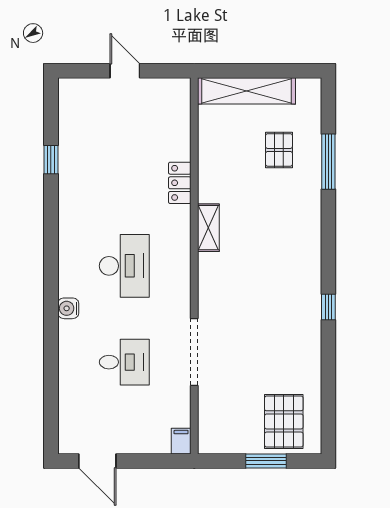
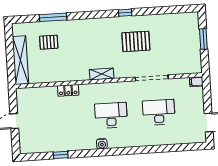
shelving: (208, 228) -> (102, 74), moved
water cooler: (68, 308) -> (102, 144), moved
desk: (124, 362) -> (159, 112), width x1.37
pallet: (284, 421) -> (136, 41), moved

